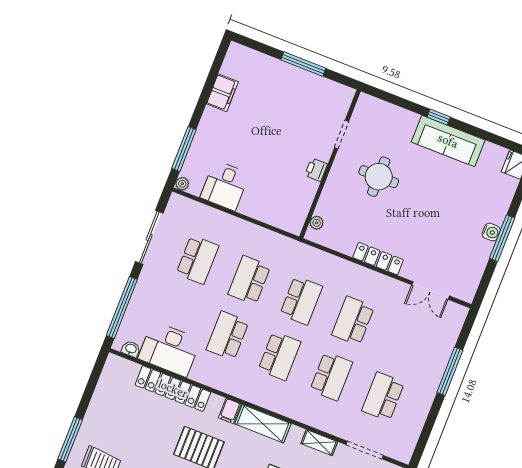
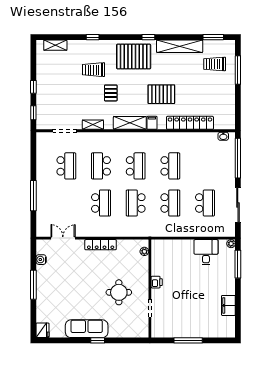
water cooler: (491, 232) -> (41, 260), moved
school desk: (197, 260) -> (205, 203), turned 180
desk: (169, 349) -> (201, 145), removed
school desk: (279, 356) -> (136, 166), turned 180

